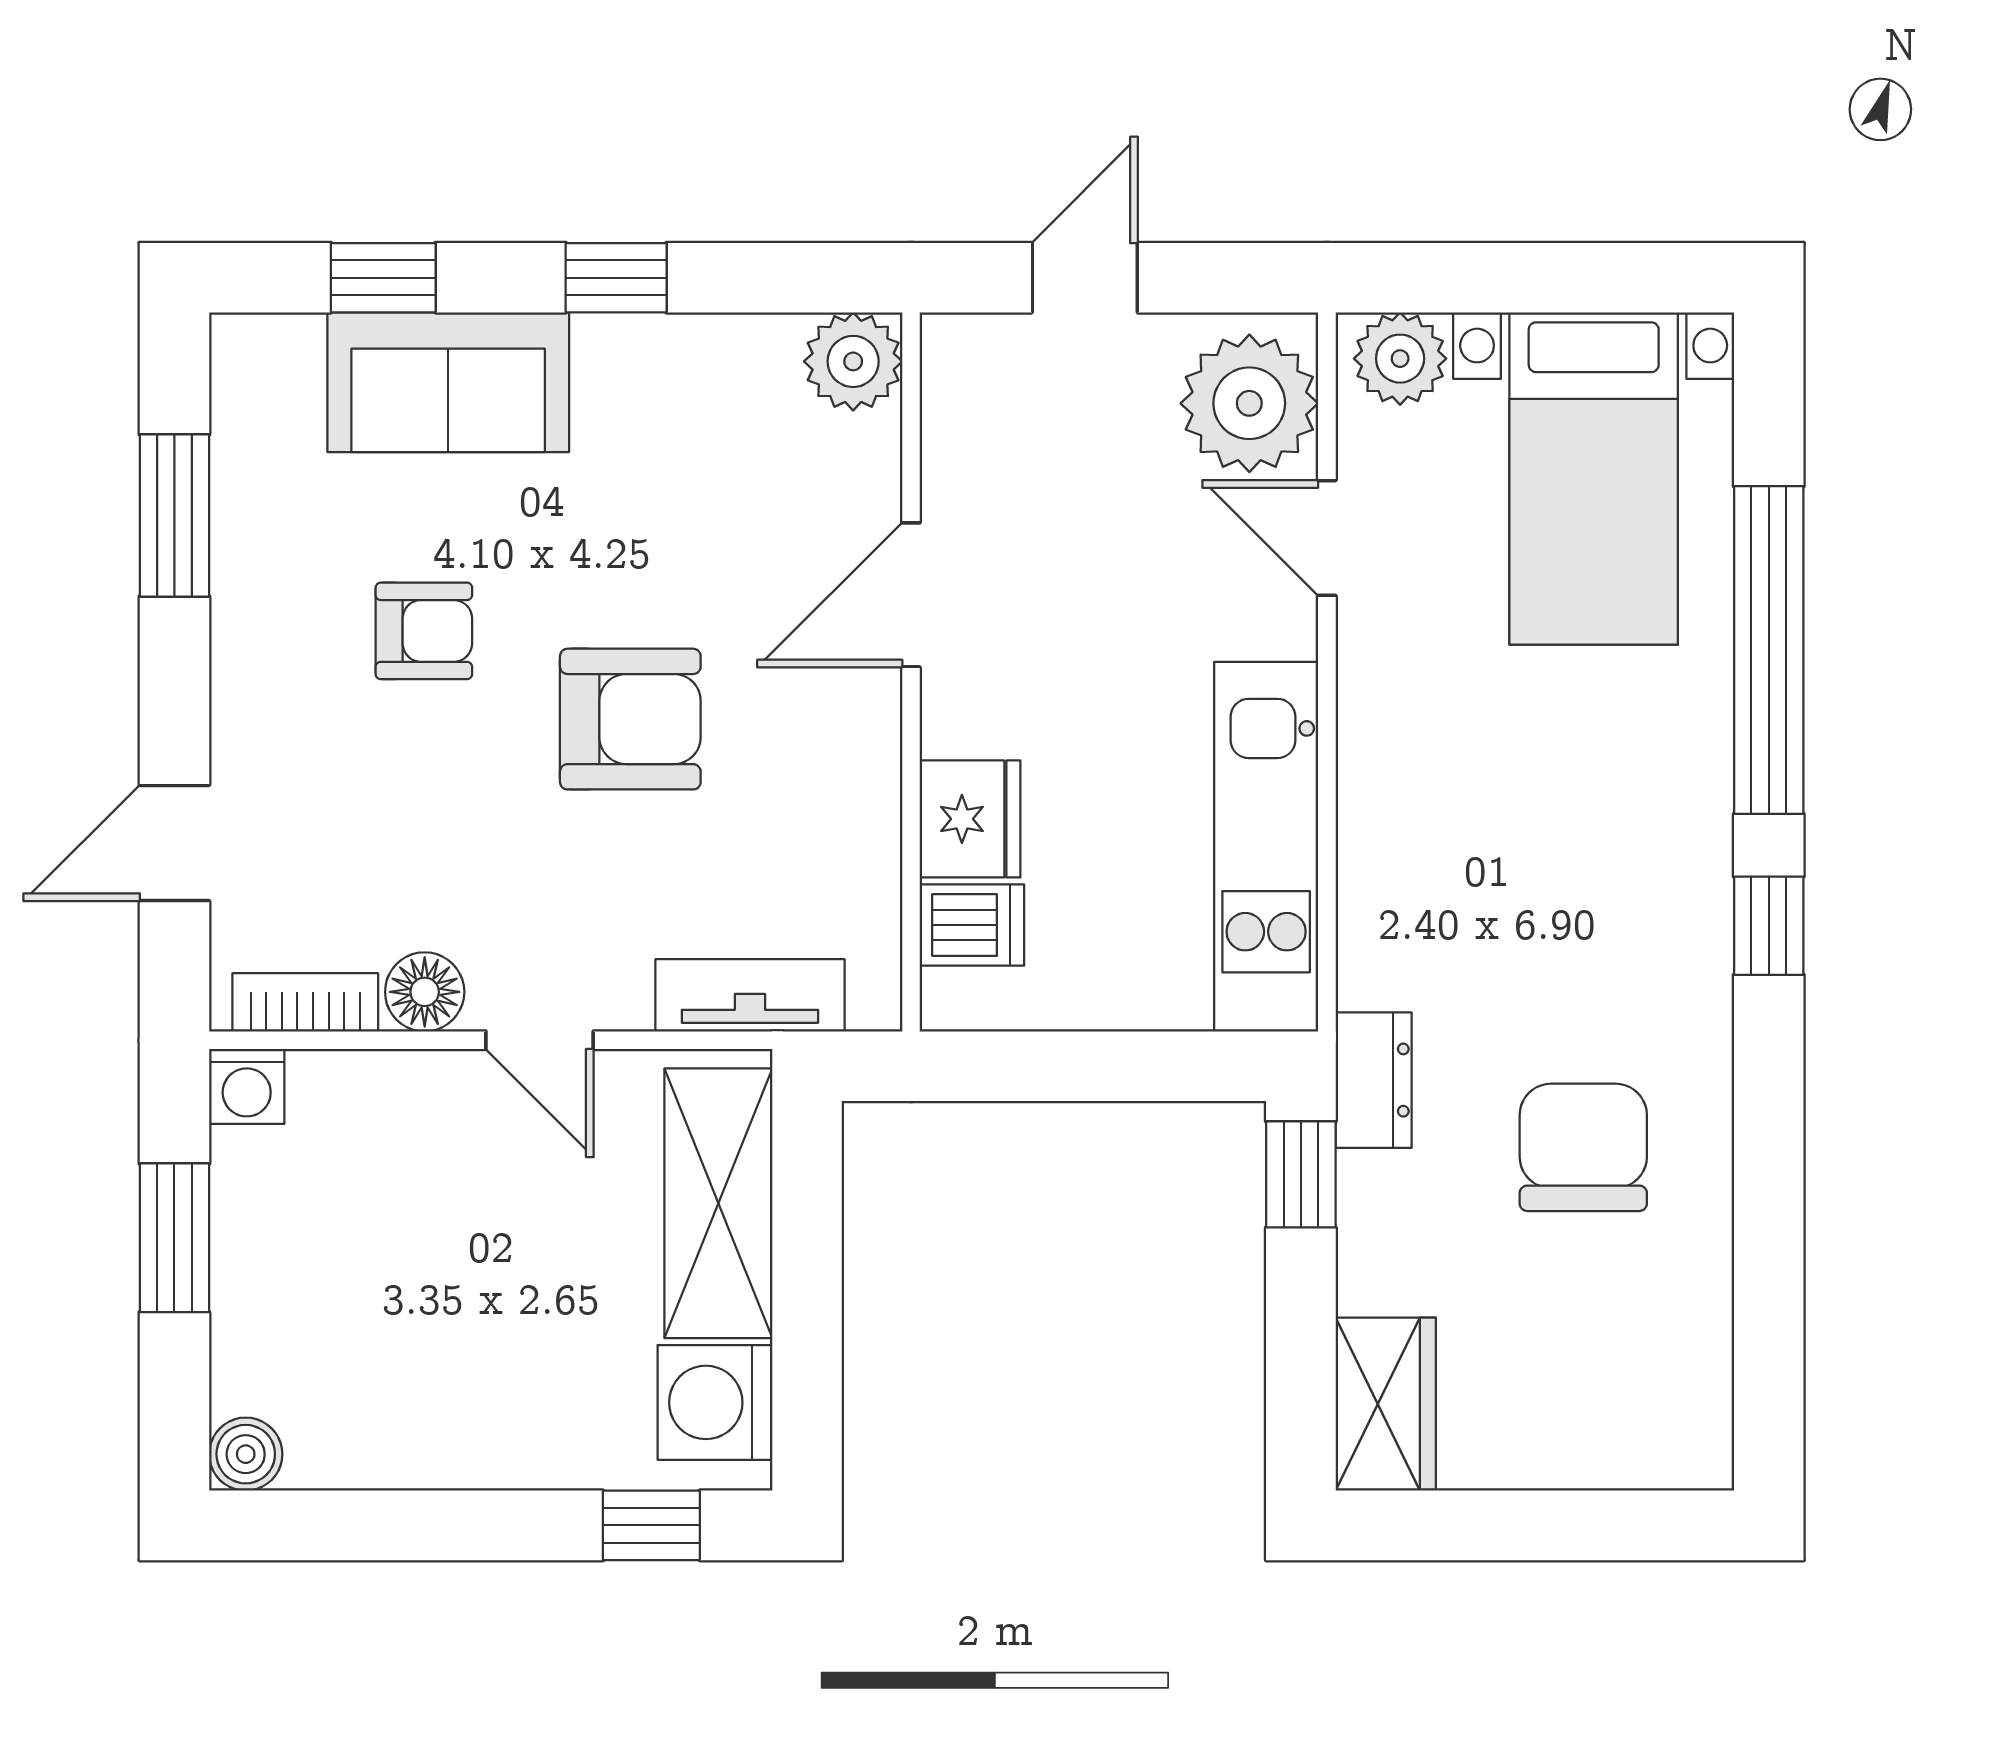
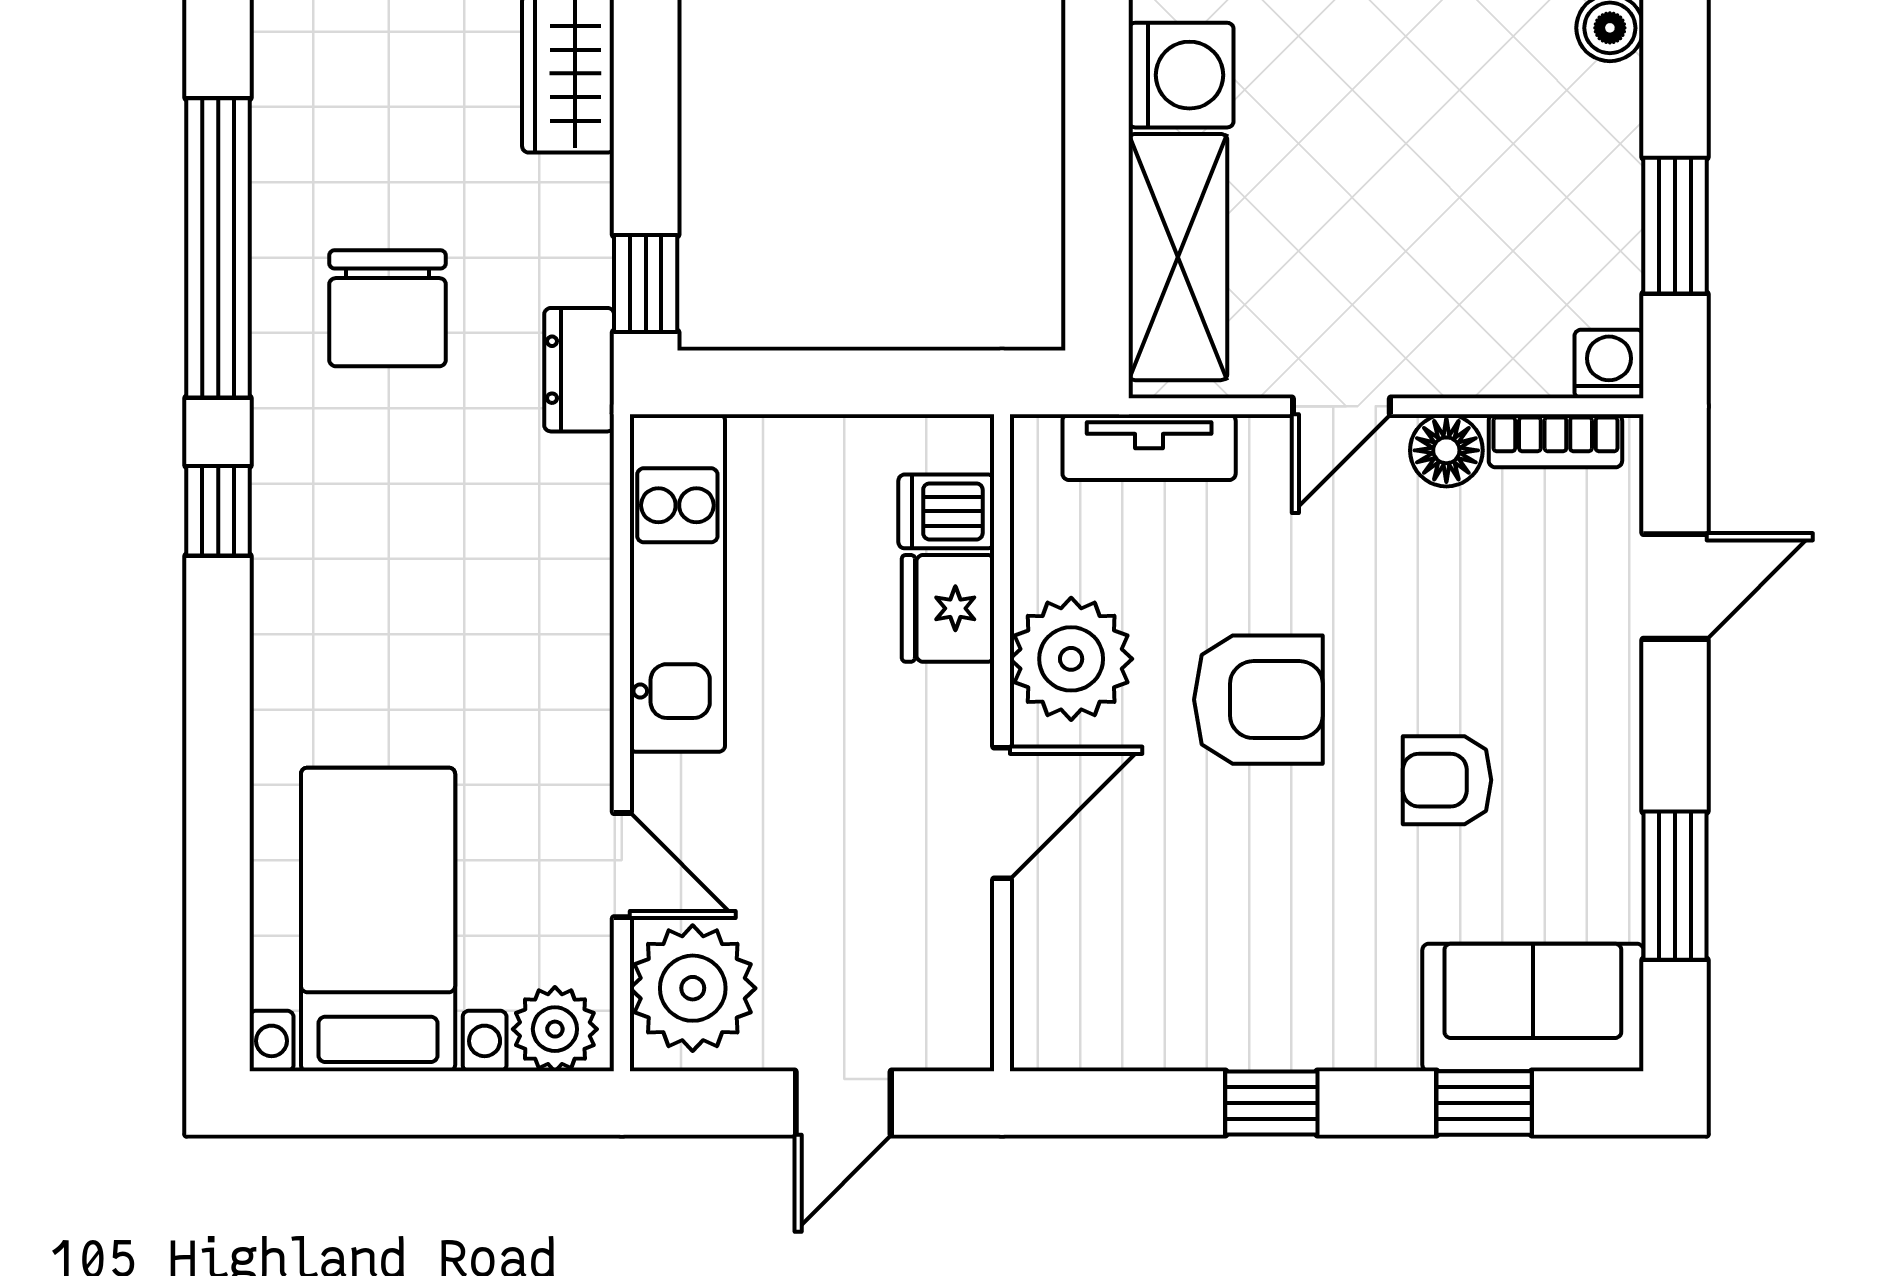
plant: (853, 361) -> (1071, 659), moved, width x1.36, depth x1.36
sofa: (448, 382) -> (1533, 1007), moved
window: (1769, 650) -> (218, 248), moved
armchair: (630, 719) -> (1258, 700), turned 180
door: (540, 1040) -> (1341, 406), swing flipped

